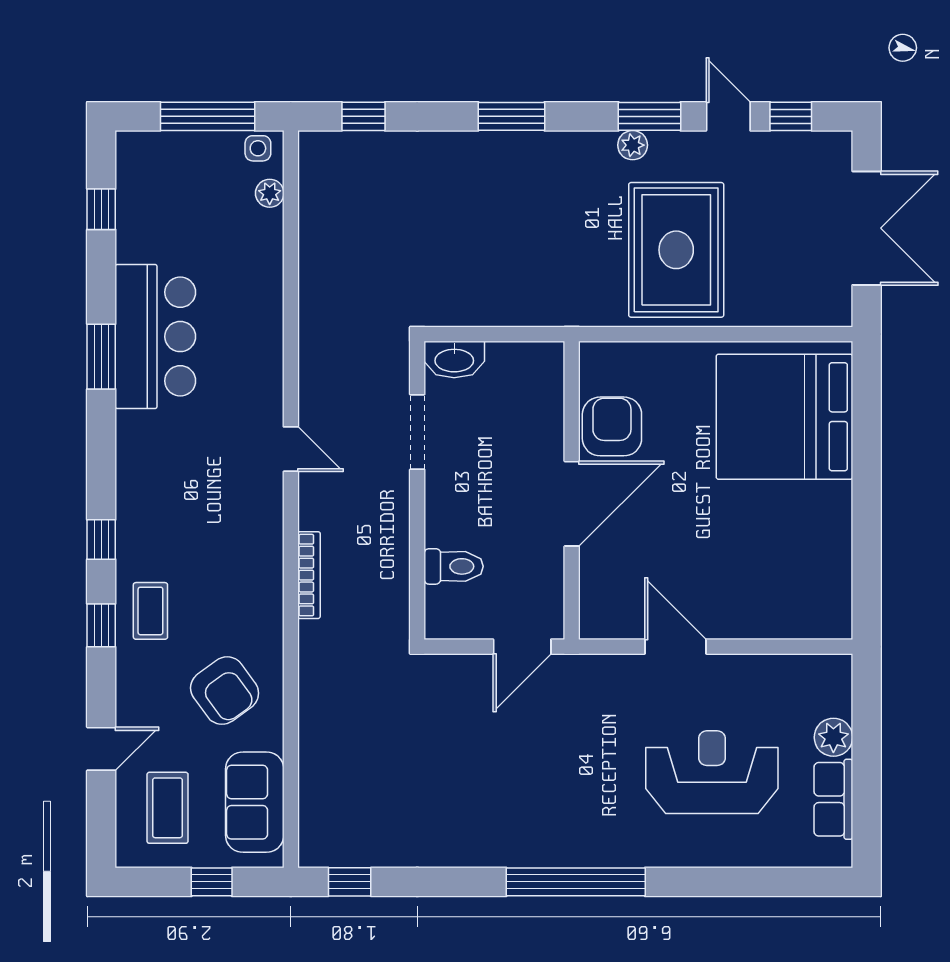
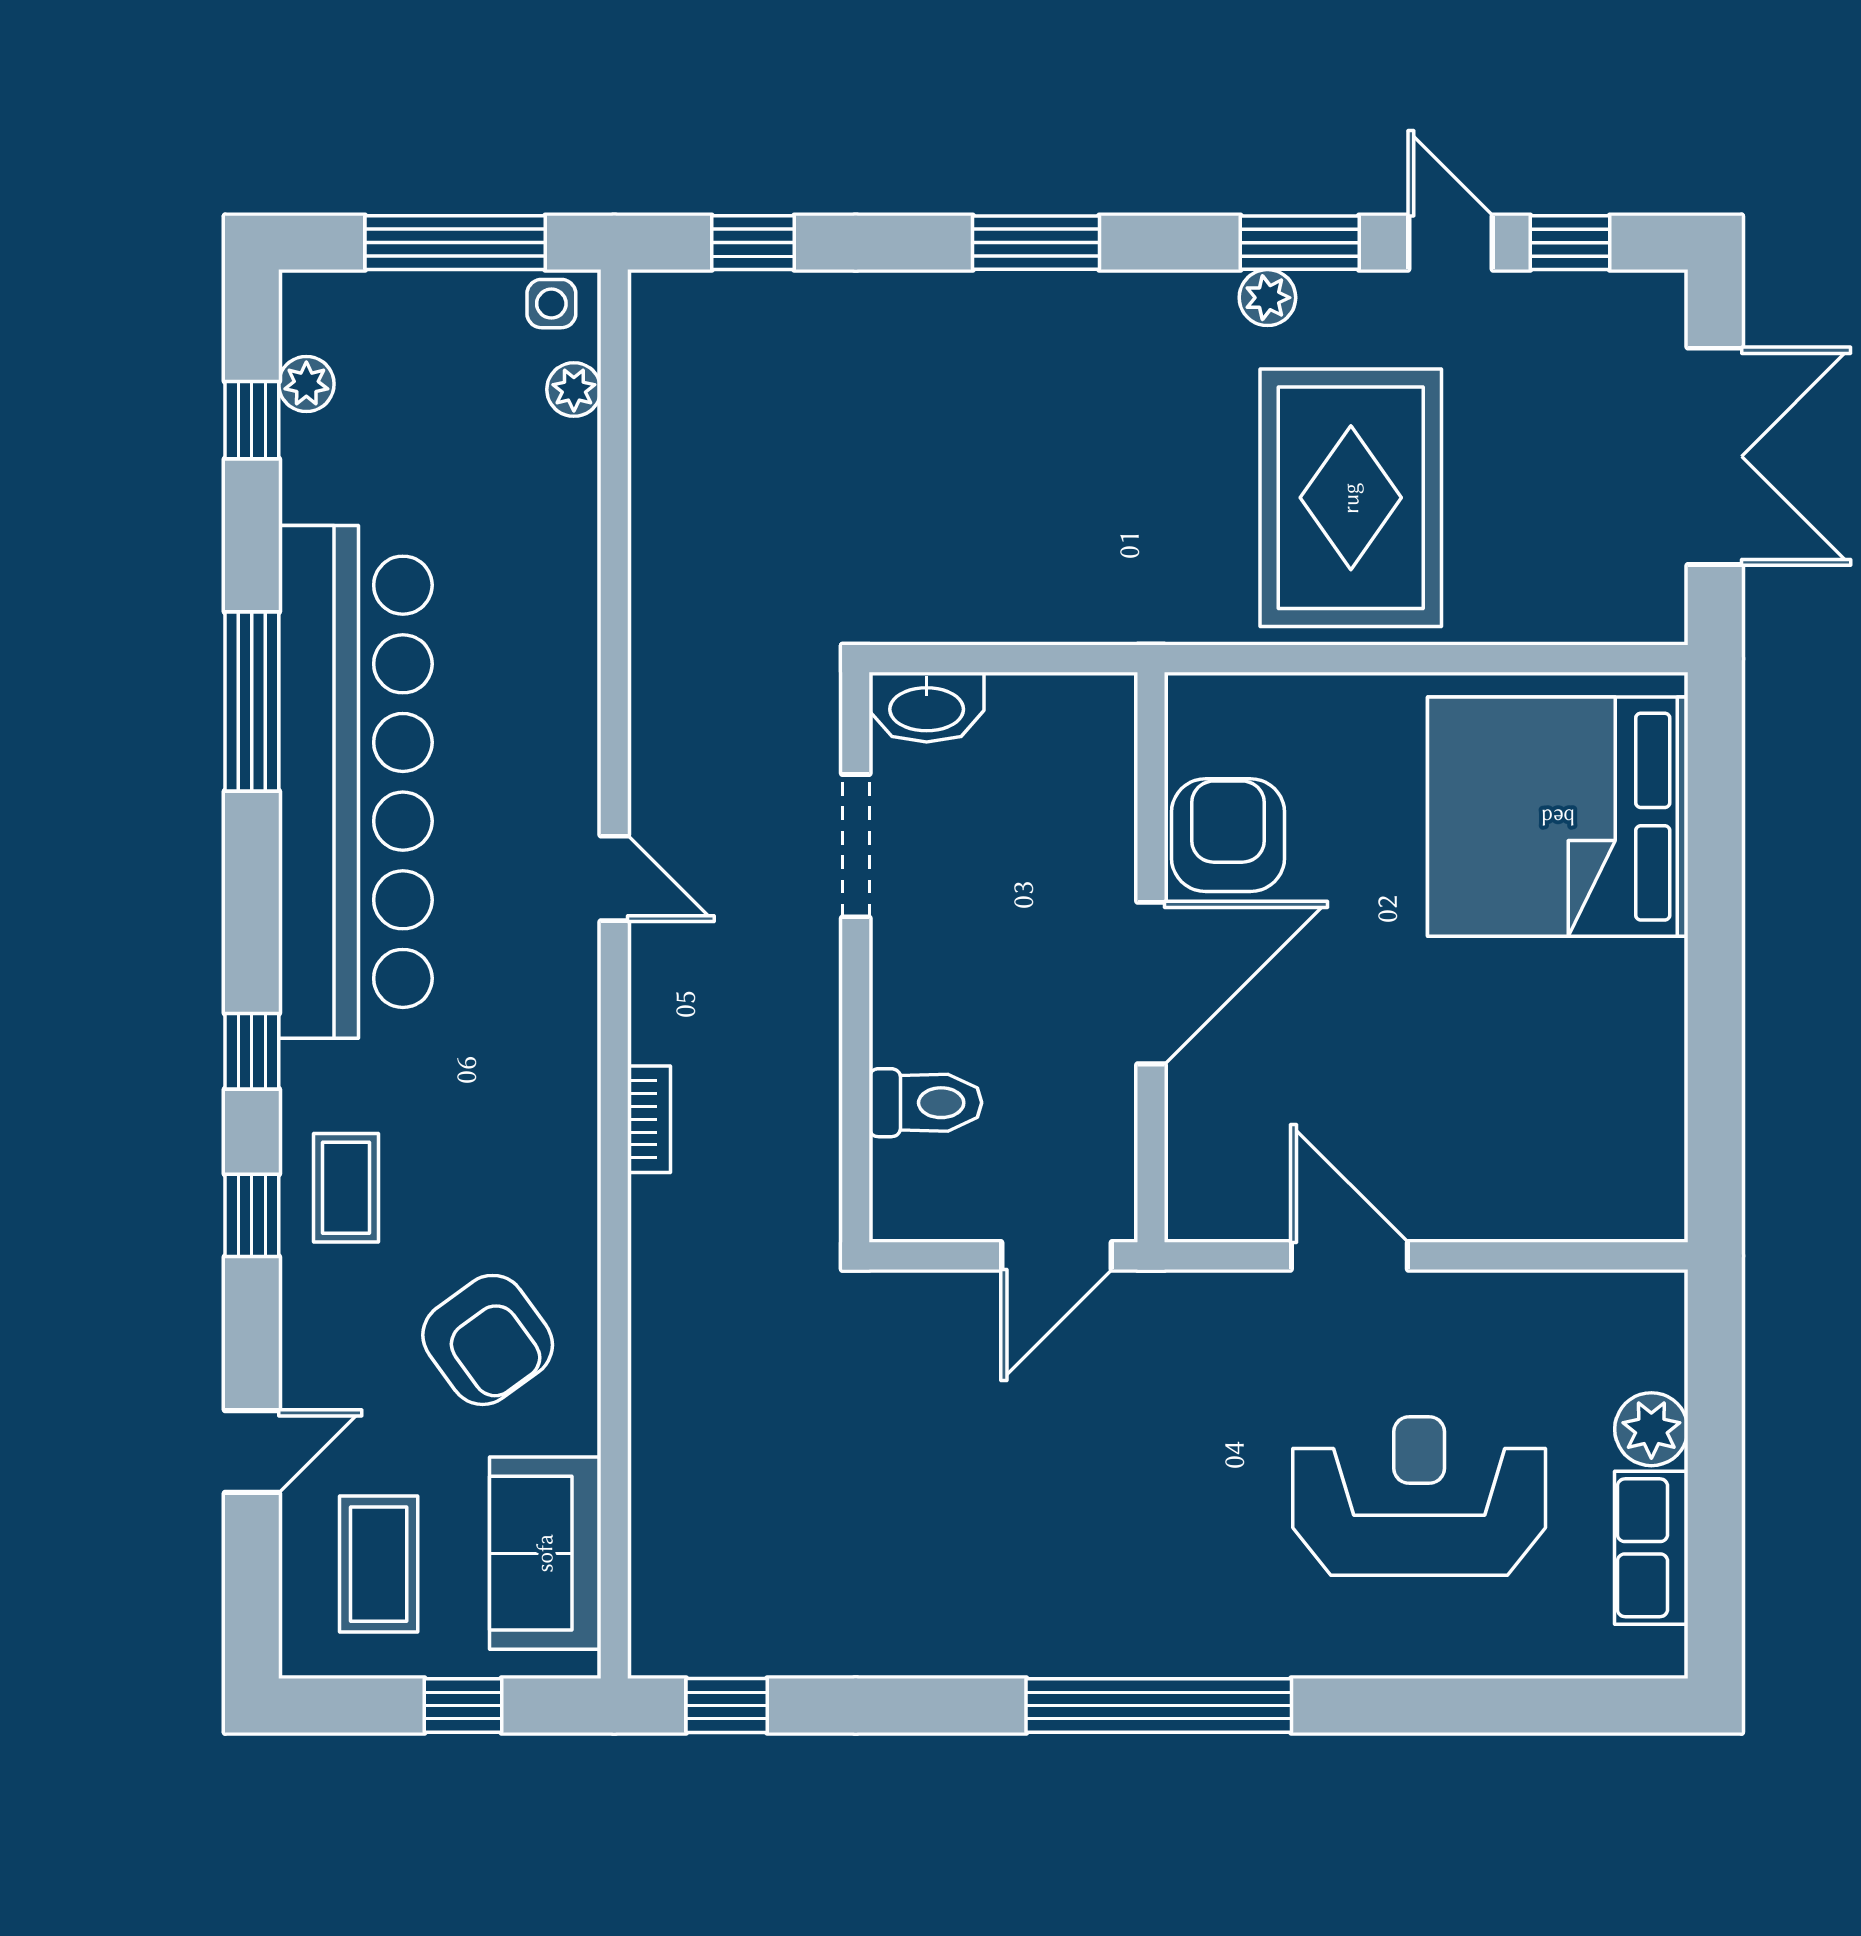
plant: (130, 190) -> (306, 384), added
bar counter: (155, 337) -> (355, 782), width x1.86
window: (101, 357) -> (252, 702), width x1.44
bookcase: (309, 575) -> (649, 1119), width x0.64

